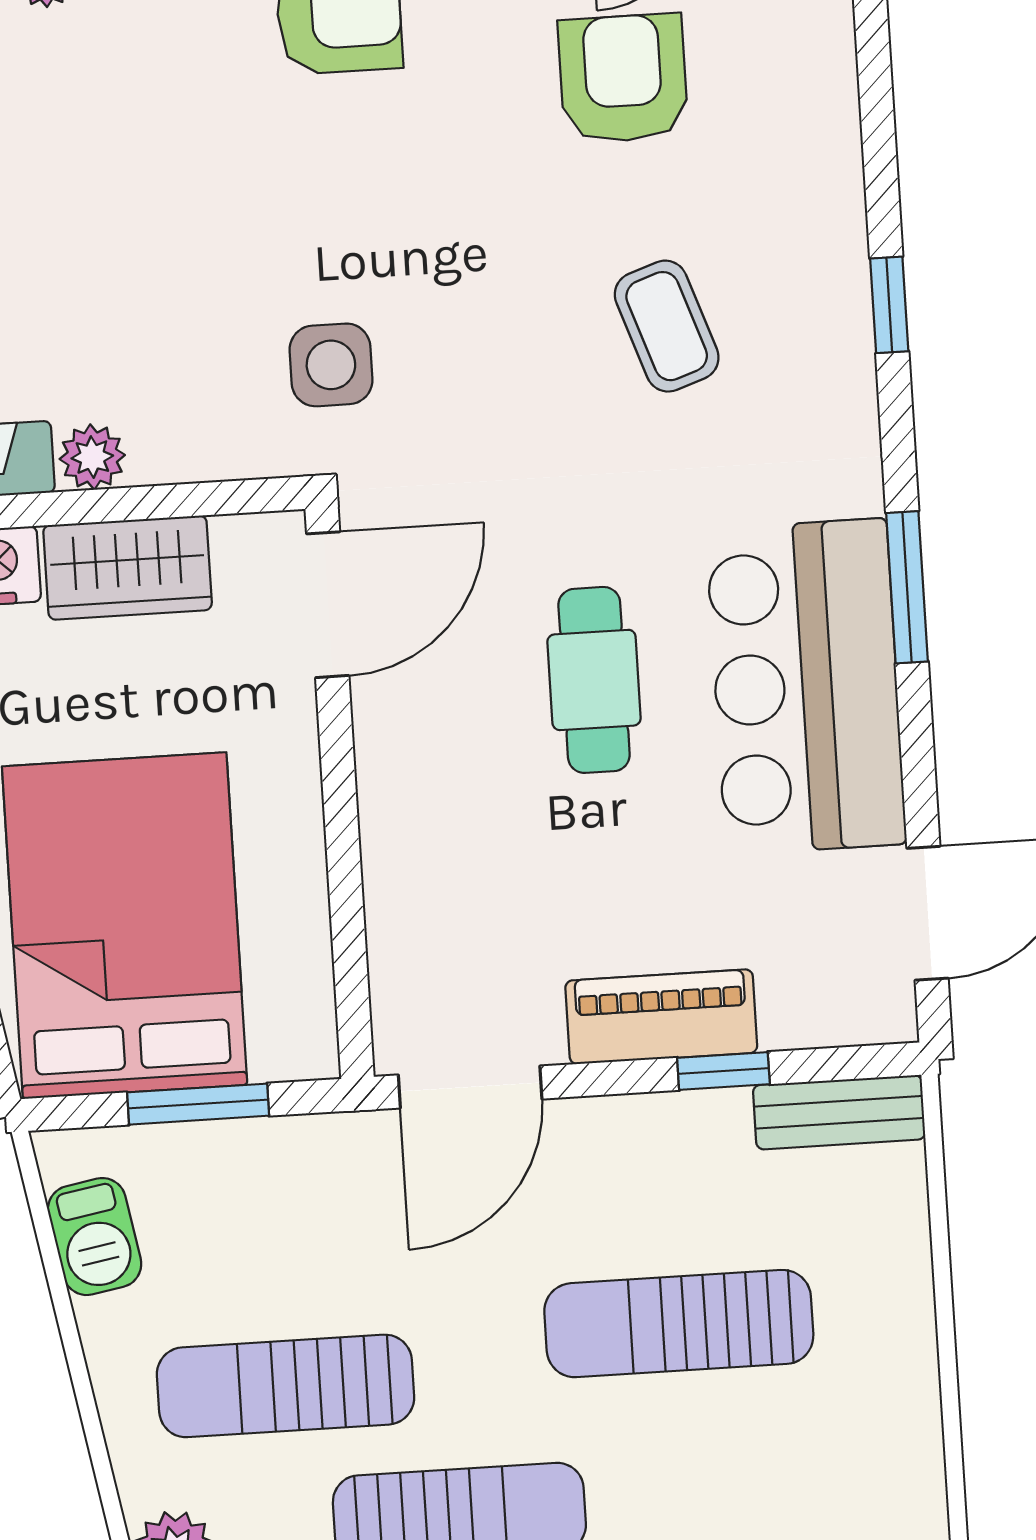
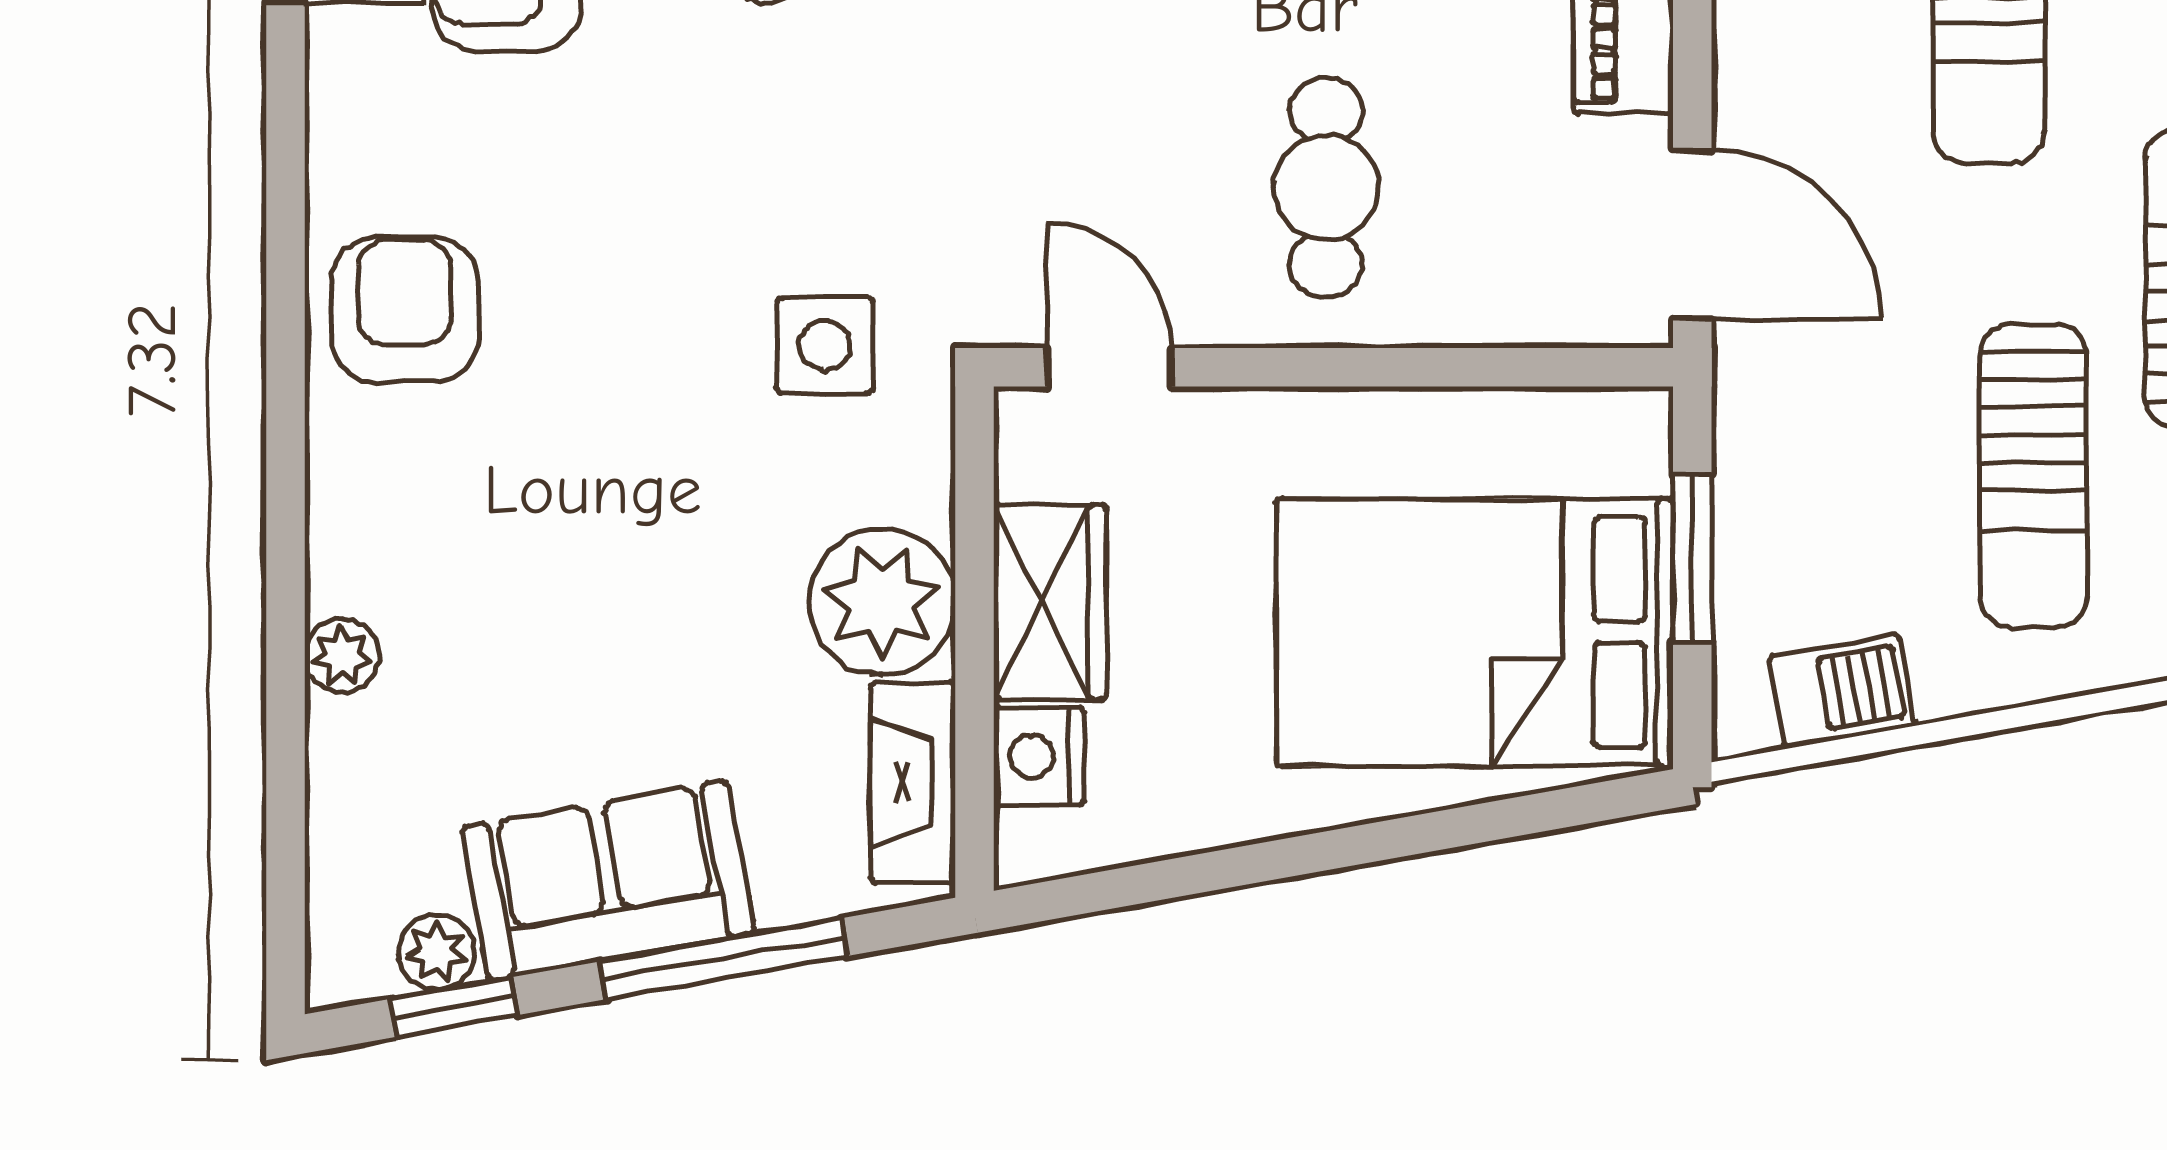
plant: (92, 457) -> (882, 601), width x1.87, depth x1.87
door: (328, 605) -> (1109, 367), width x0.73
cafe table: (594, 680) -> (1326, 187), moved, turned 90

